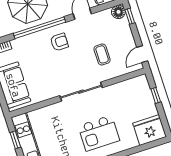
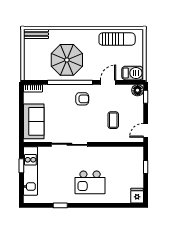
sliding door: (81, 92) -> (69, 144), moved
fridge: (150, 130) -> (137, 196), width x0.53, depth x0.75

